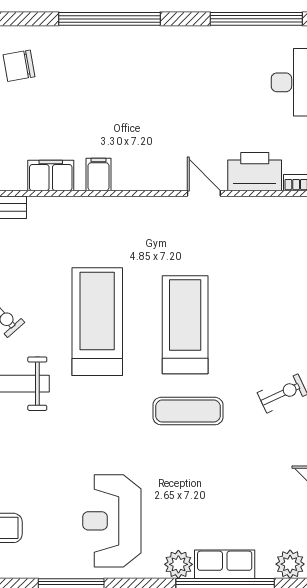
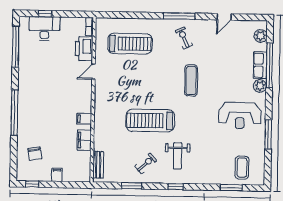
treadmill: (185, 325) -> (130, 44), moved, turned 180

